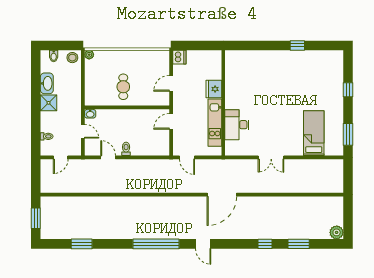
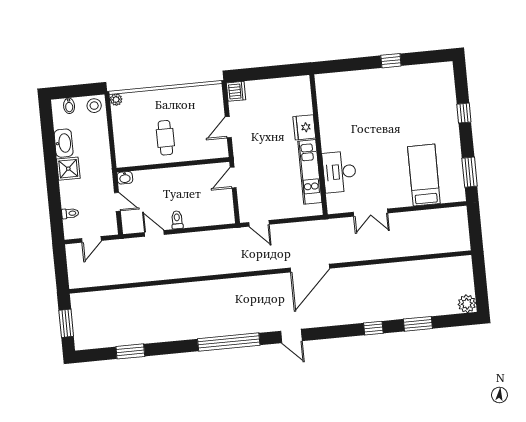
fridge: (214, 89) -> (304, 127), moved
wall: (223, 103) -> (319, 145), moved
kitchen unit: (215, 123) -> (310, 172), moved
desk: (237, 125) -> (339, 172), moved

